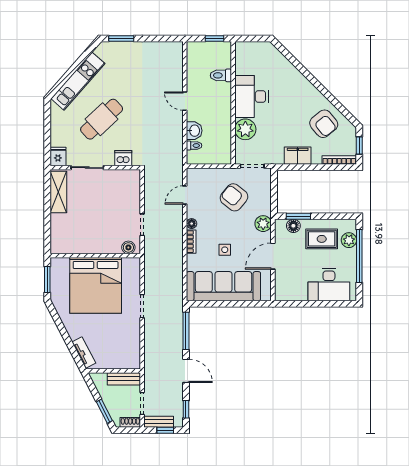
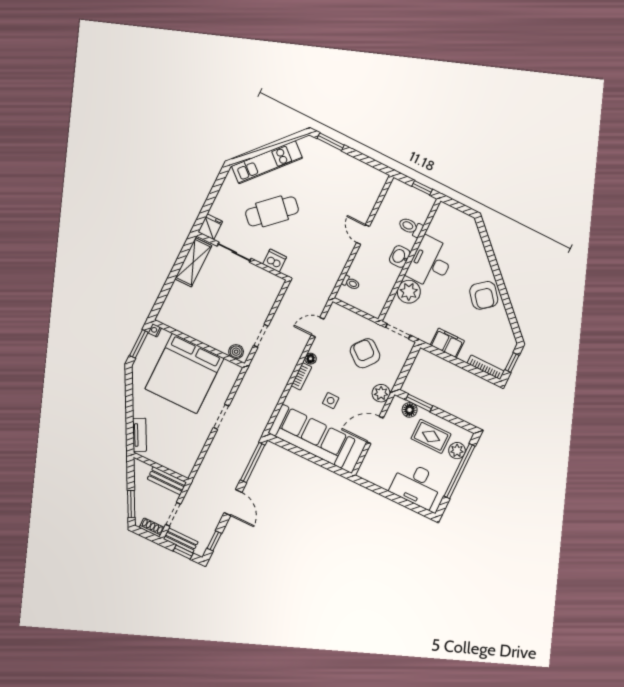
armchair: (324, 124) -> (484, 295), moved
washbasin: (194, 131) -> (400, 257), moved, turned 180
nightstand: (55, 262) -> (155, 330), added

